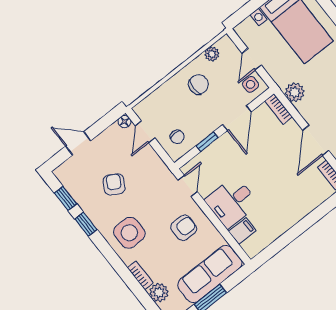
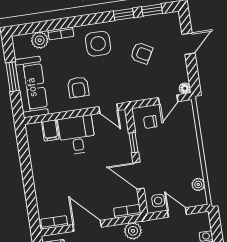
chair: (198, 84) -> (181, 161), removed
door: (145, 132) -> (168, 100), swing flipped

